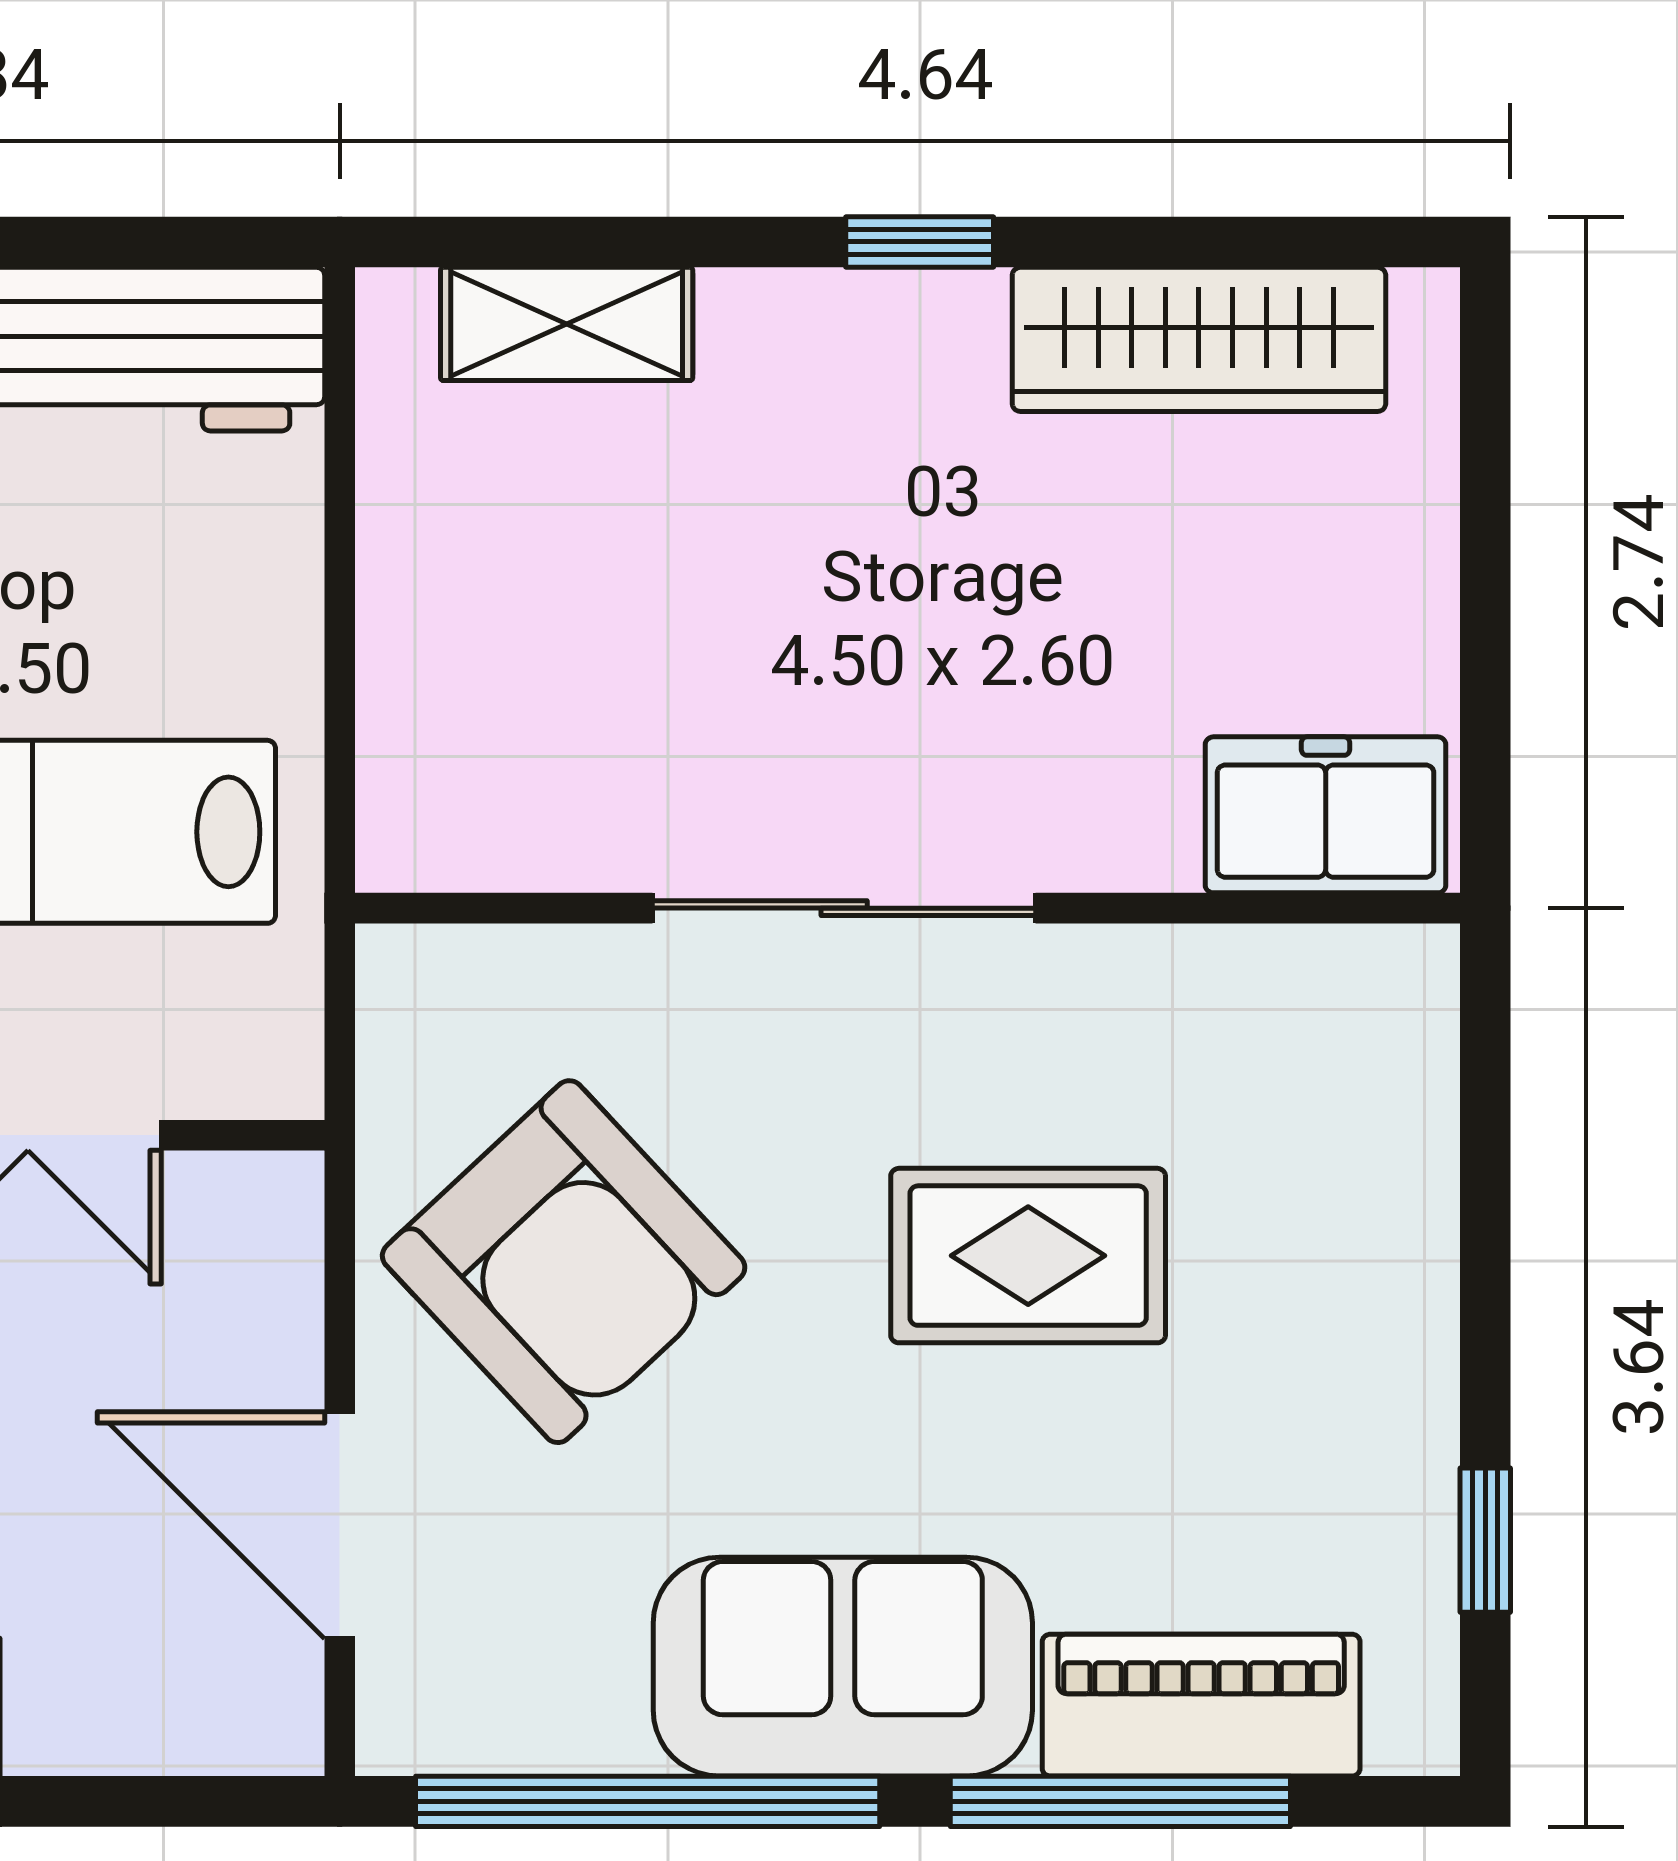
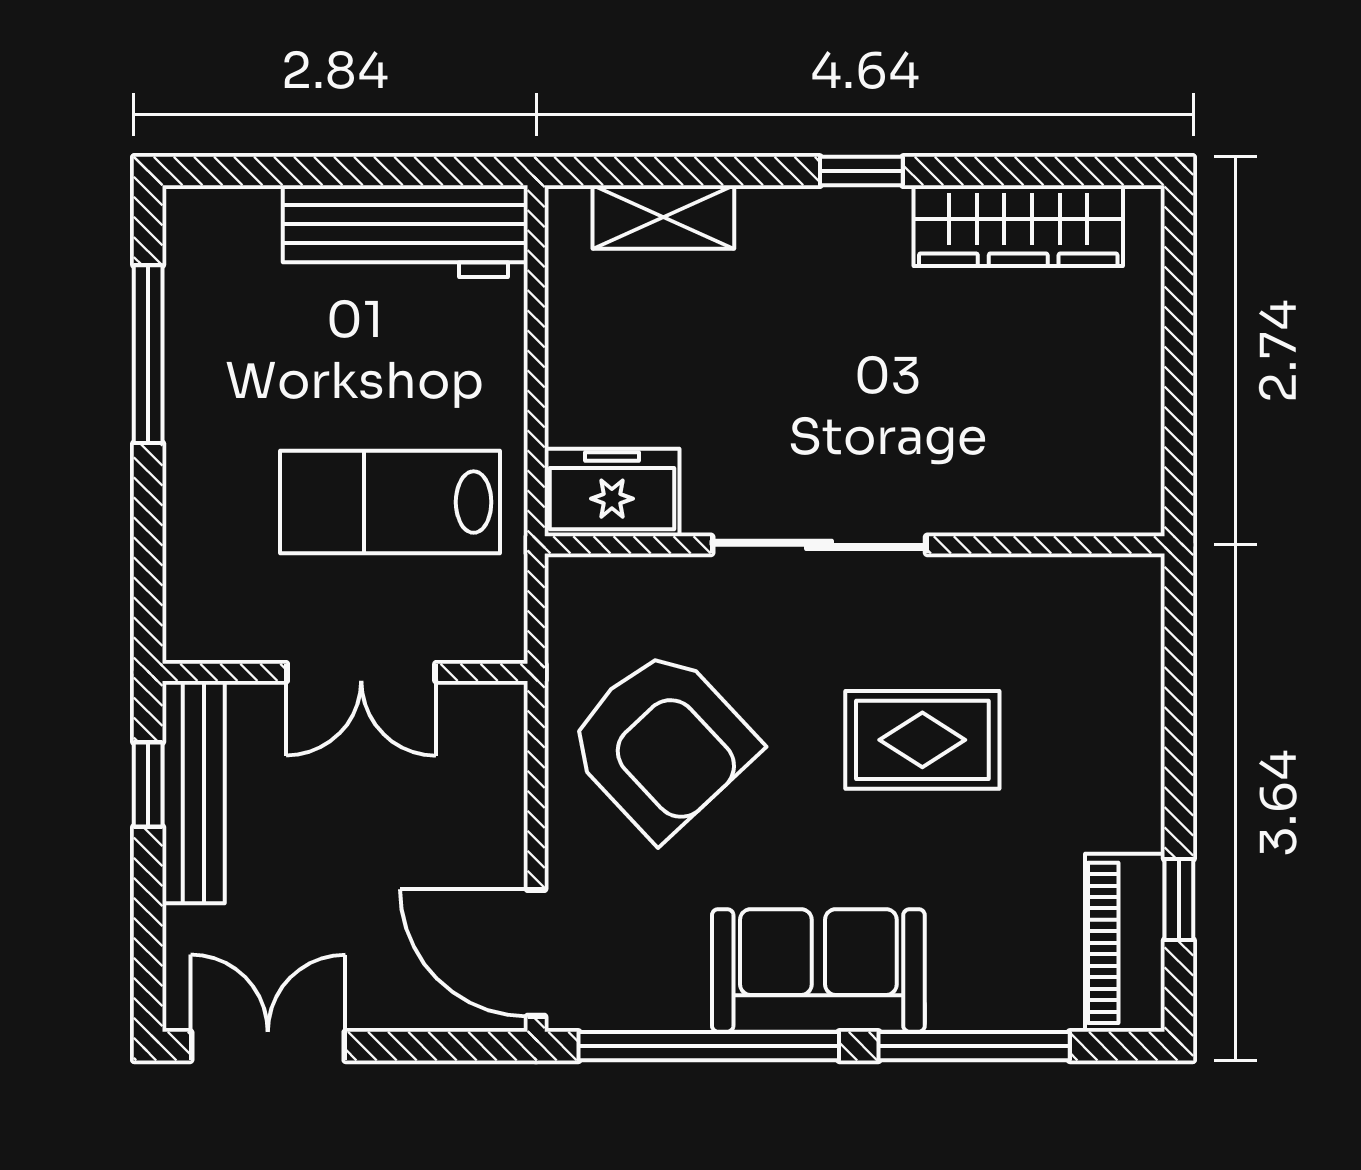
freezer: (1326, 815) -> (612, 493), moved
door: (340, 1525) -> (536, 953), moved
piano: (1201, 1705) -> (1125, 943), moved, turned -90

